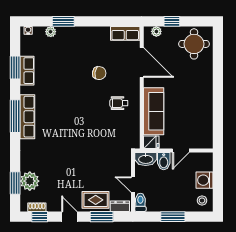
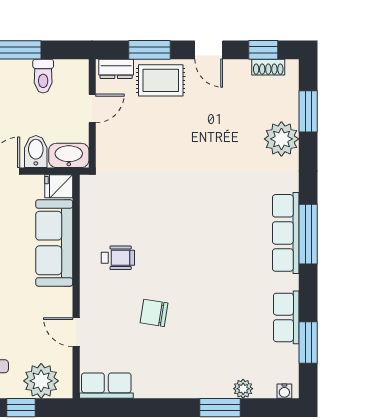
plant: (156, 31) -> (41, 381), width x1.88, depth x1.88
door: (142, 63) -> (76, 332), width x0.53
window: (15, 68) -> (308, 342), moved
plant: (30, 181) -> (281, 139), moved
door: (133, 185) -> (92, 108), hinge flipped
toilet: (140, 202) -> (43, 76), moved

